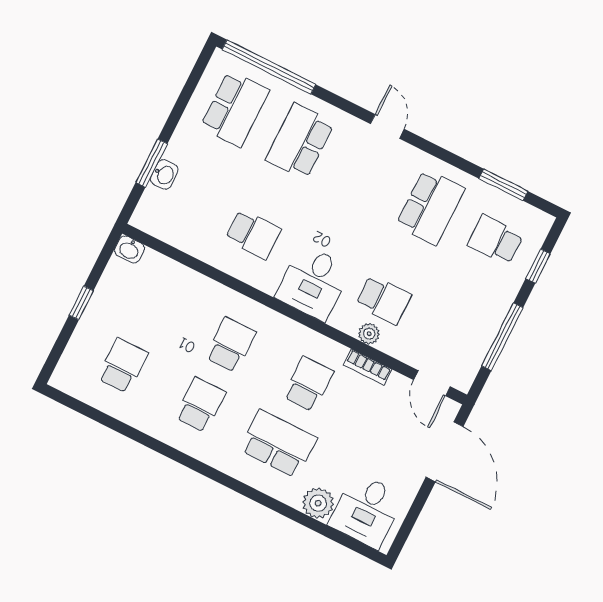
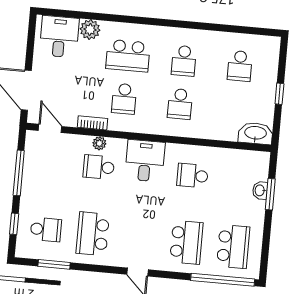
school desk: (235, 109) -> (233, 247), turned 180
washbasin: (129, 249) -> (256, 133), width x1.91, depth x1.45

